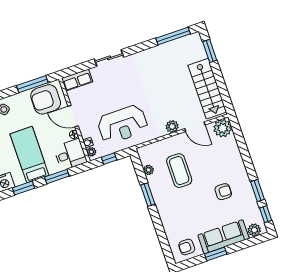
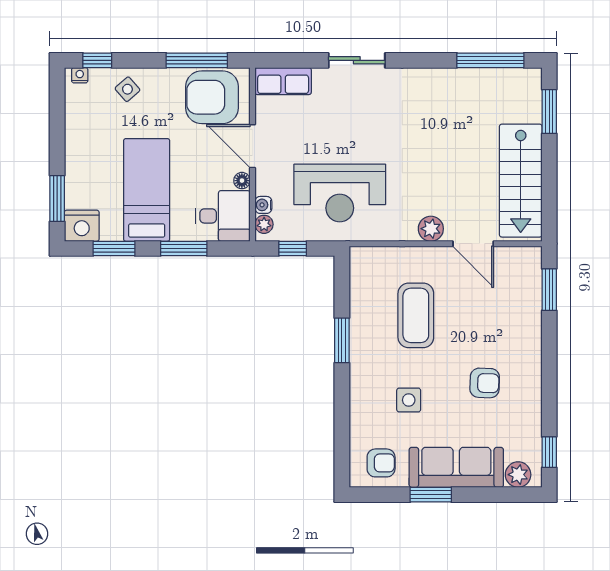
plant: (223, 128) -> (524, 264), removed
plant: (149, 170) -> (359, 295), removed
window: (257, 191) -> (549, 290), moved
side table: (190, 212) -> (409, 400), added
armchair: (187, 247) -> (381, 463), turned 180

